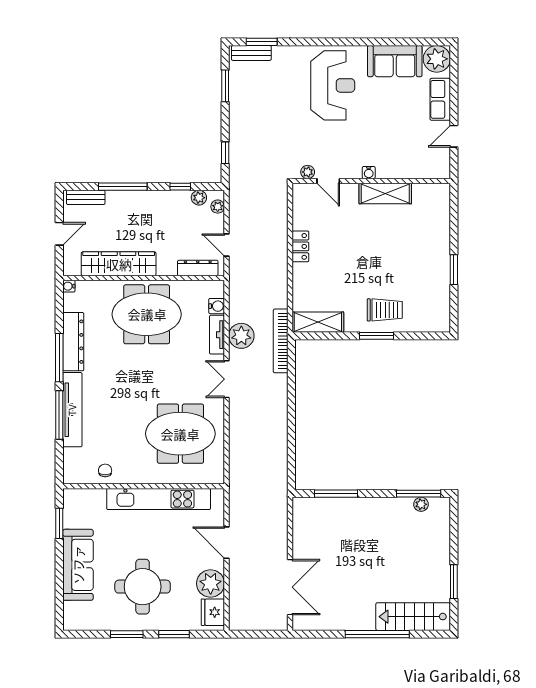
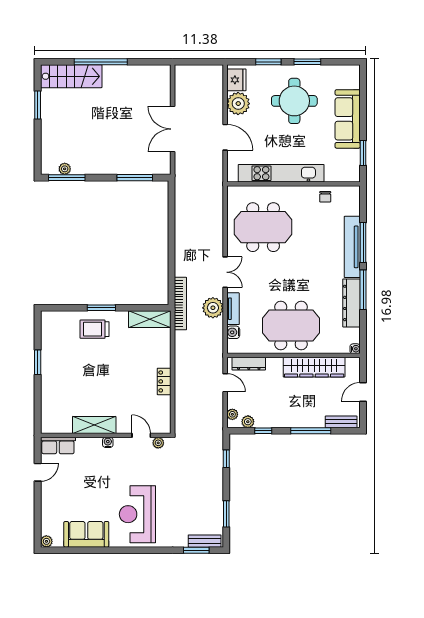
plant: (437, 59) -> (46, 541), width x0.53, depth x0.53
row of seats: (440, 99) -> (58, 446), moved, turned 90
double door: (290, 587) -> (173, 129), moved

